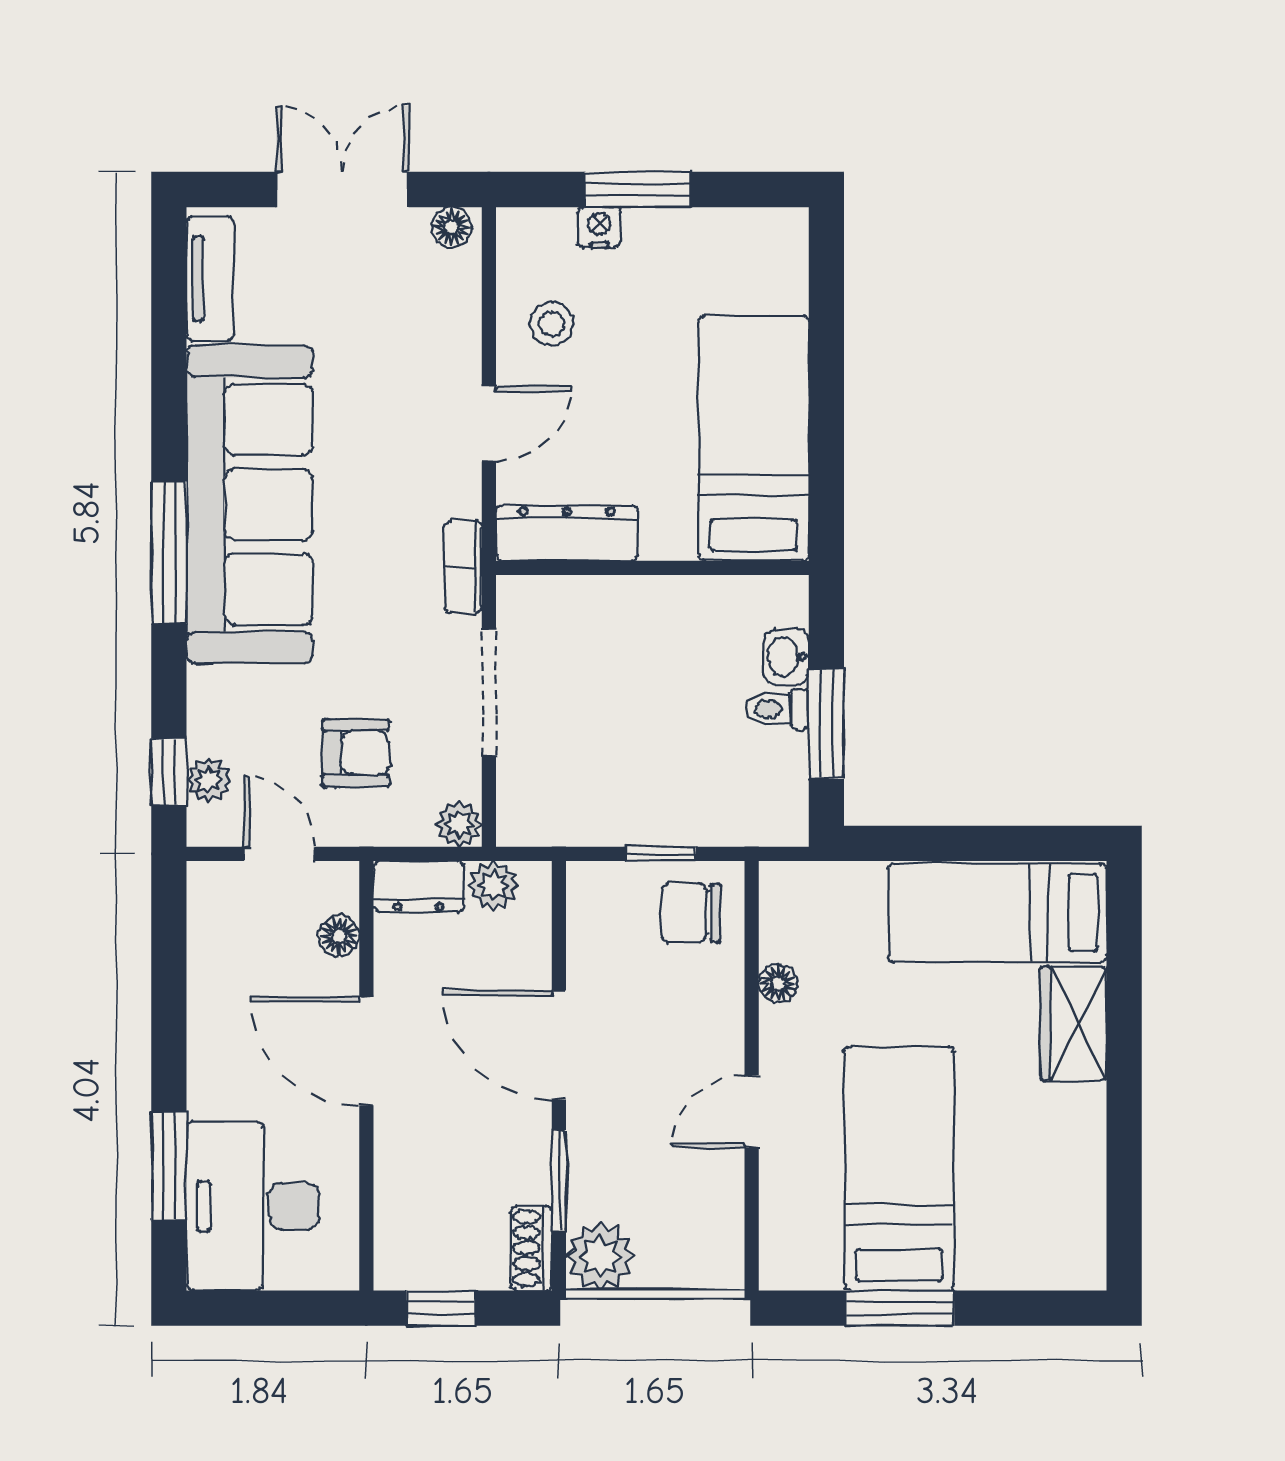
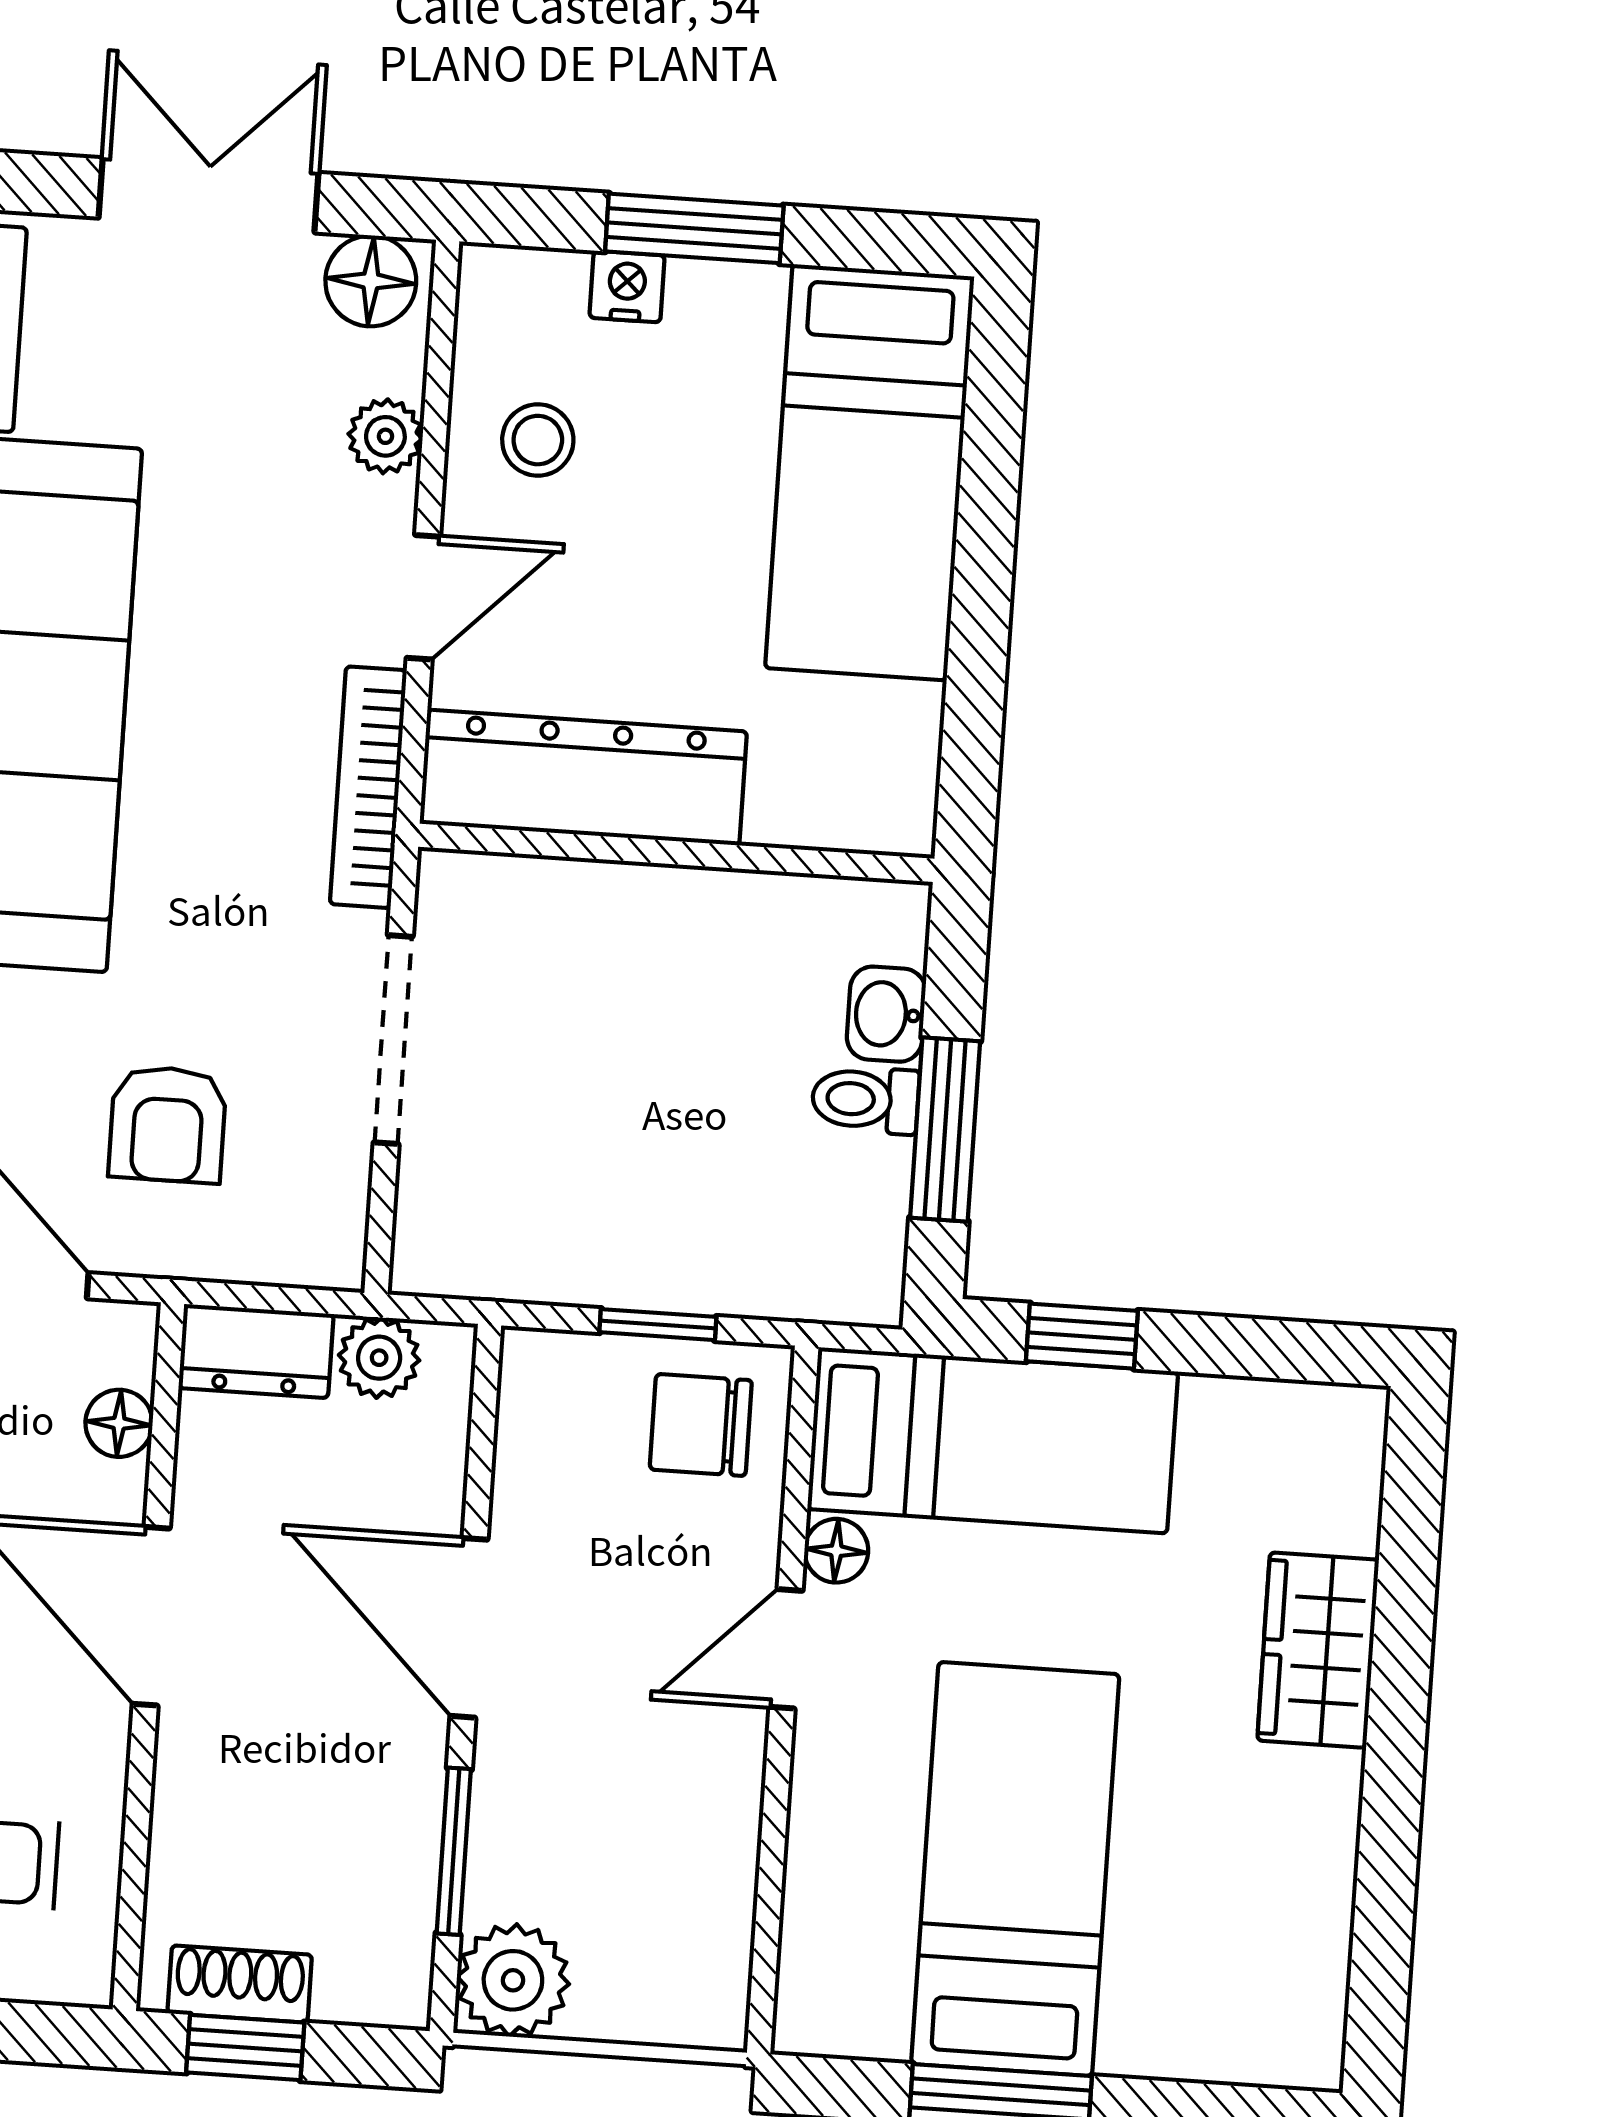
floor lamp: (452, 227) -> (371, 281), width x1.37, depth x1.37
bed: (754, 438) -> (870, 472), moved, turned 180
dresser: (567, 533) -> (583, 778), width x1.37, depth x1.24
bookcase: (463, 567) -> (368, 787), width x1.56
armchair: (356, 753) -> (168, 1124), turned 90
plant: (459, 824) -> (385, 436), moved
window: (918, 843) -> (1082, 1336), added
bed: (997, 912) -> (993, 1440), moved, turned 180
door: (752, 1112) -> (786, 1649), moved
shoe rack: (531, 1248) -> (240, 1984), moved, turned 90

